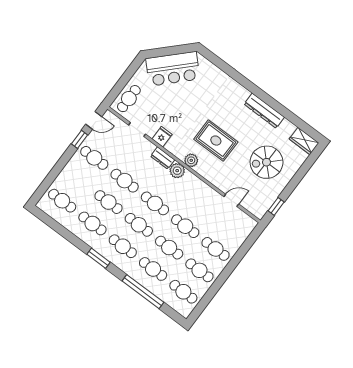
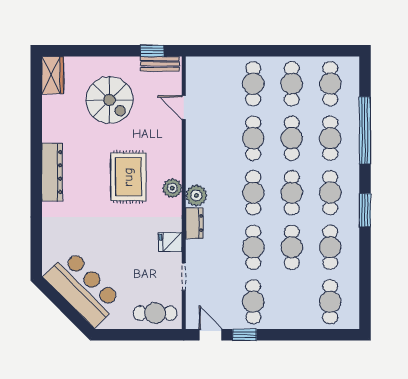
dresser: (264, 111) -> (52, 172), moved
bench: (266, 205) -> (160, 64), added

